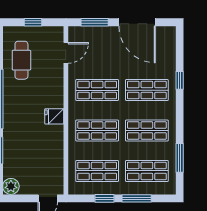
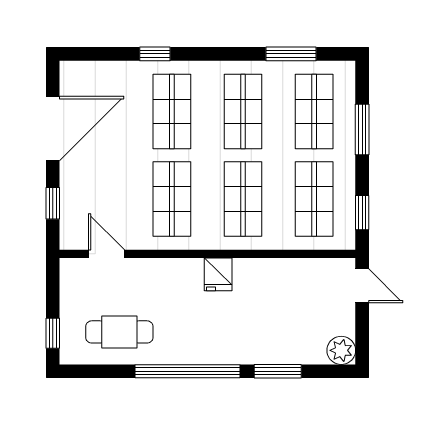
window: (33, 22) -> (53, 333), moved
window: (95, 22) -> (53, 203), width x0.67
window: (105, 198) -> (362, 213), moved

